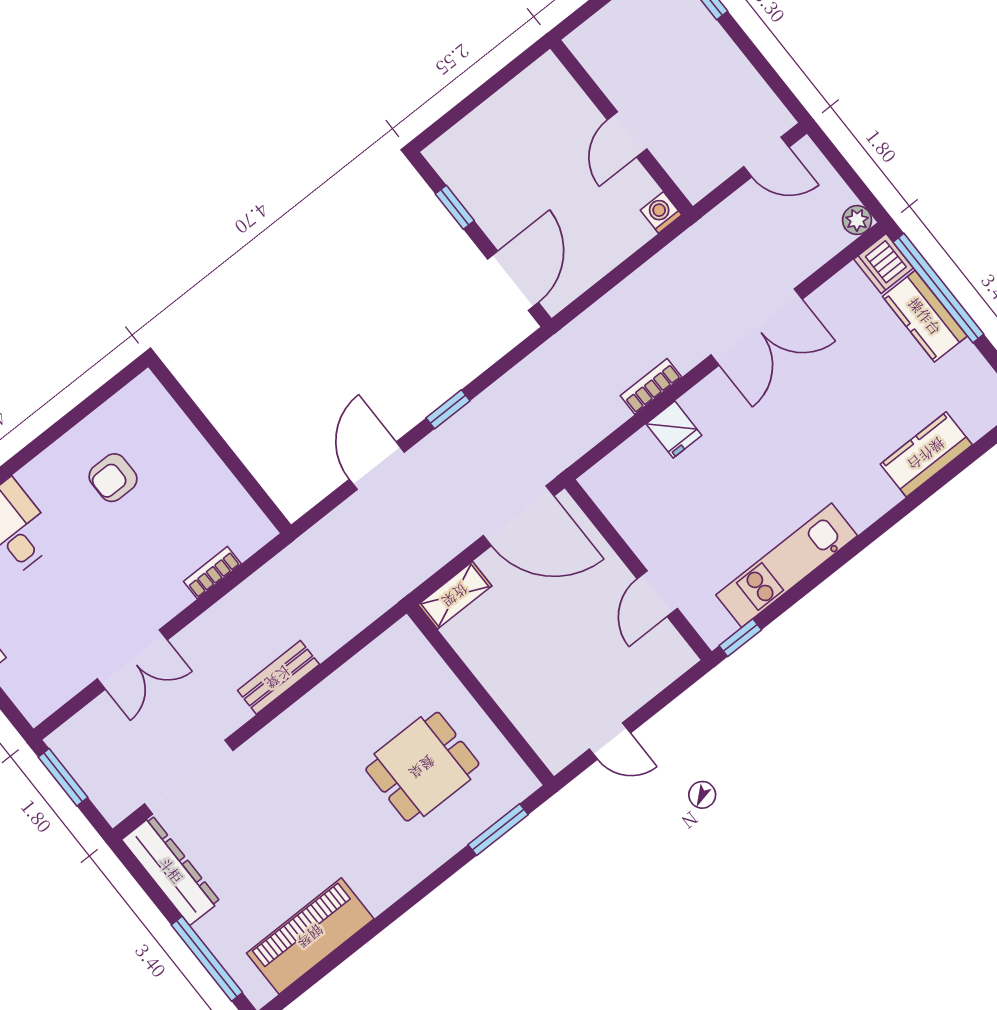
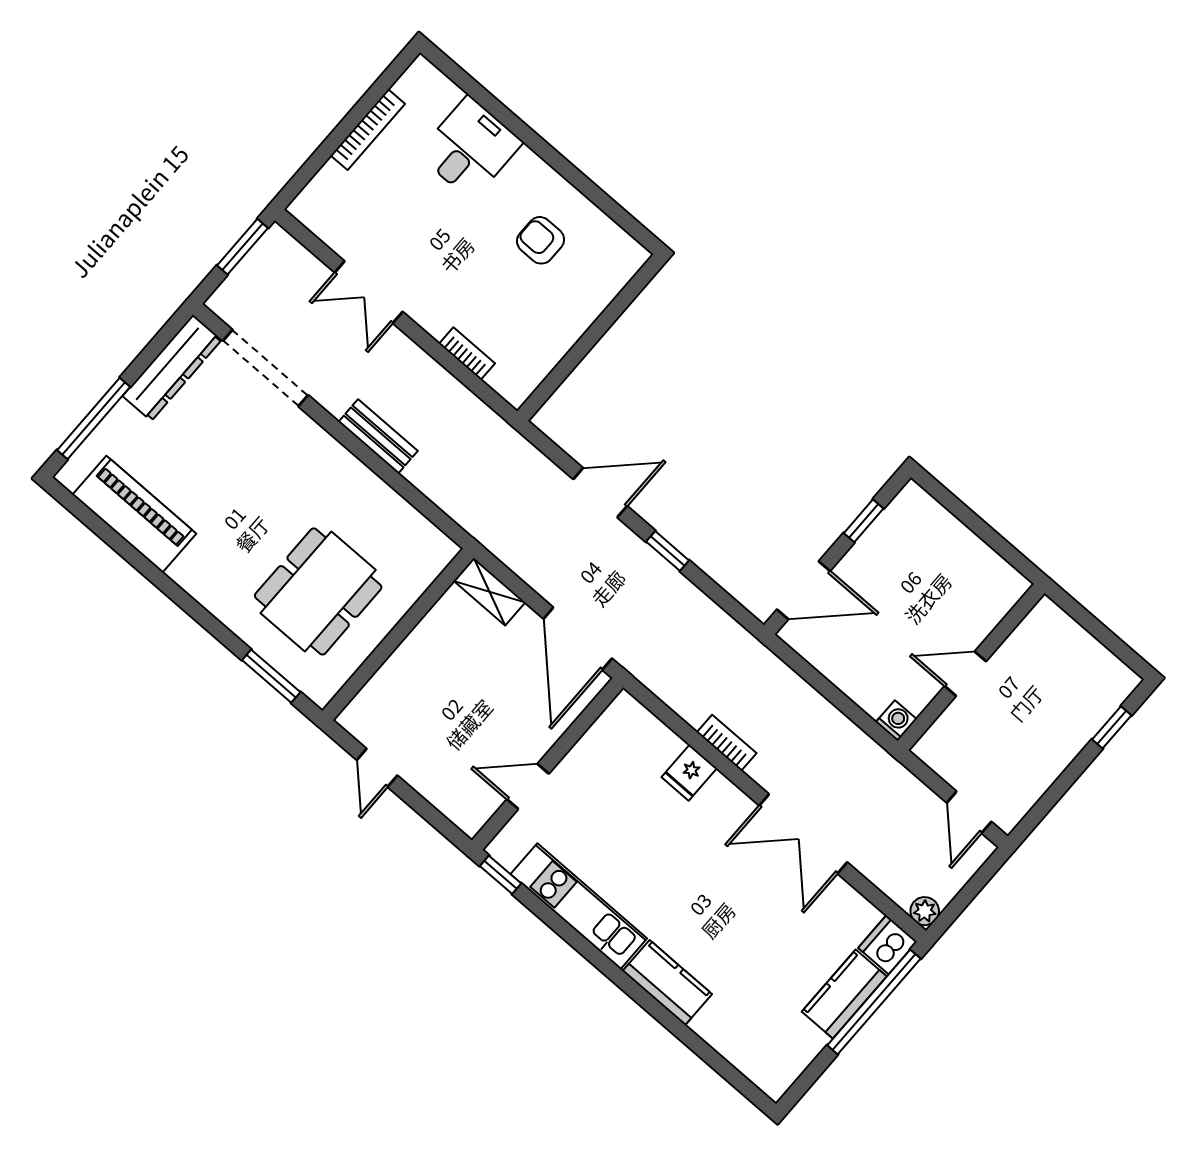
kitchen counter: (926, 454) -> (667, 983), moved
dining table: (422, 767) -> (318, 591), width x1.38

